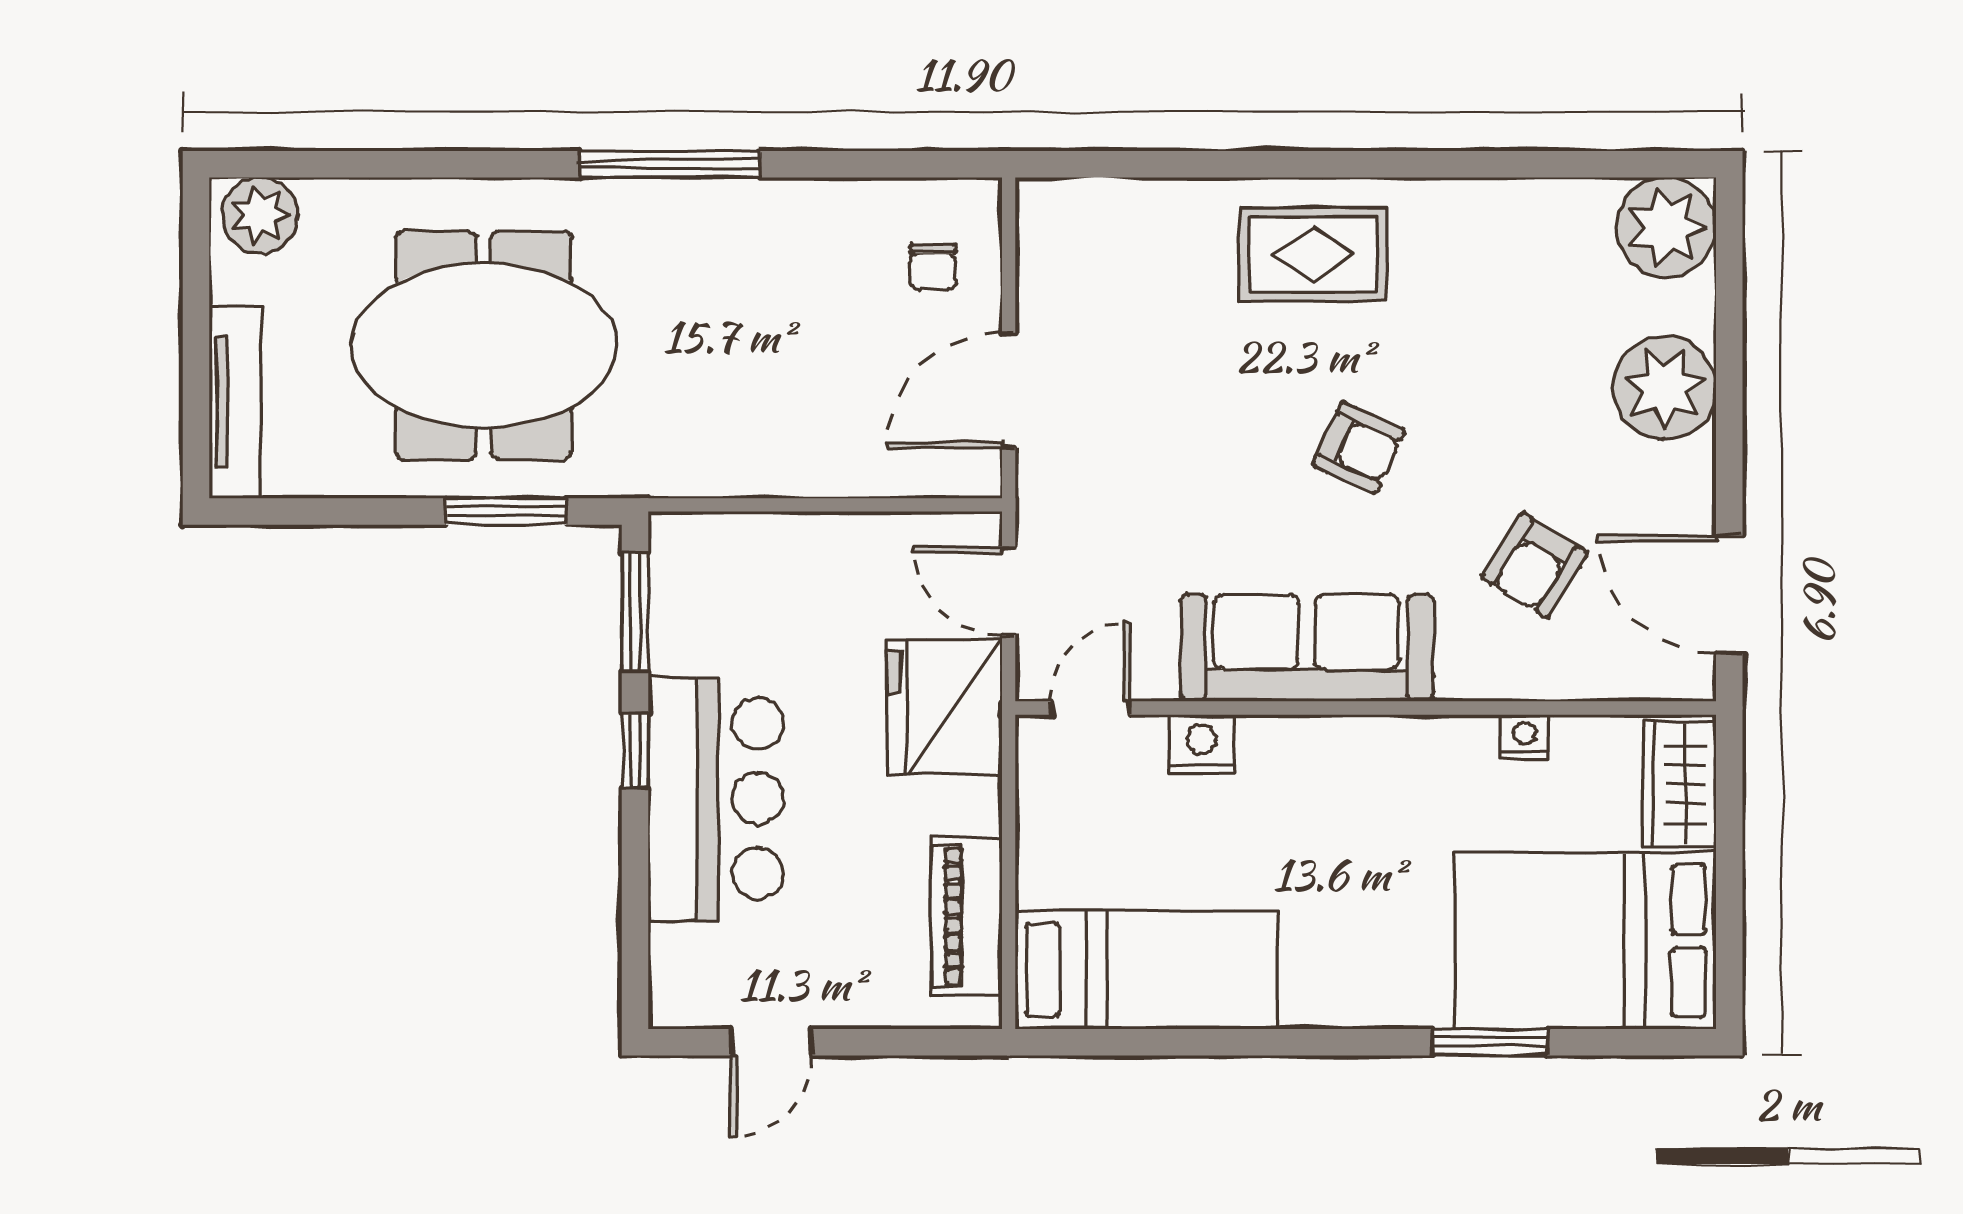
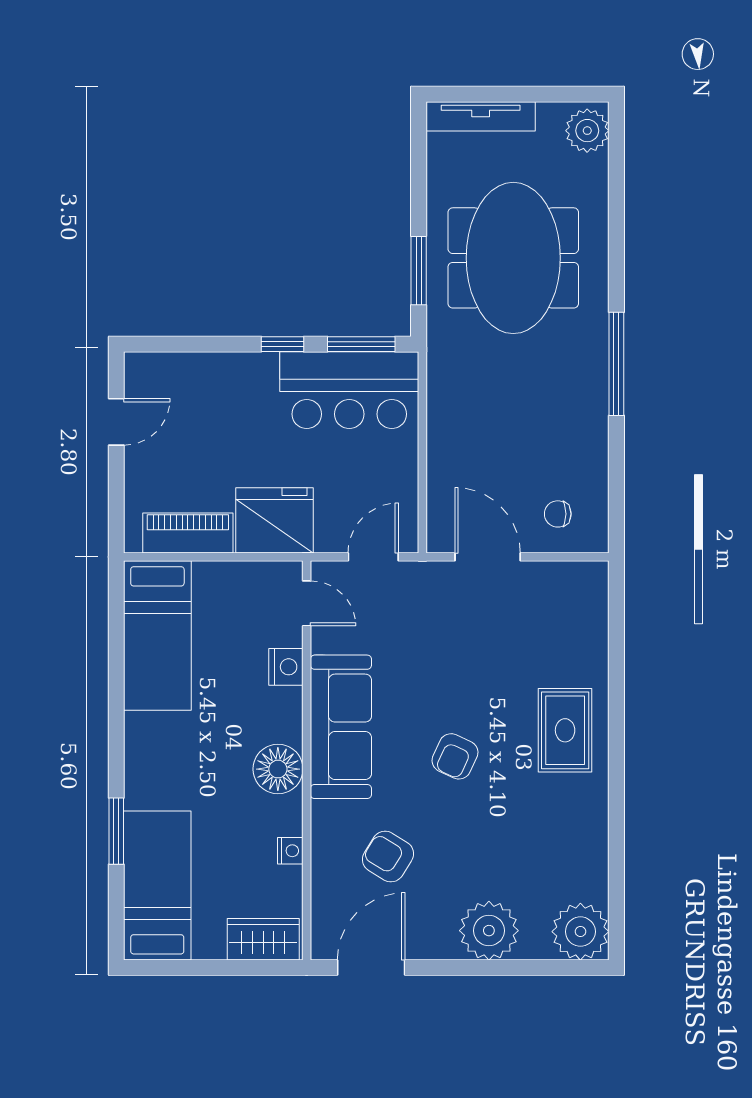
fridge: (945, 707) -> (275, 520), moved
floor lamp: (1381, 758) -> (278, 769), added
bar counter: (716, 798) -> (349, 390), moved
bed: (1585, 941) -> (157, 885), width x0.67
door: (771, 1042) -> (116, 422), swing flipped

